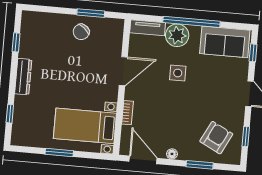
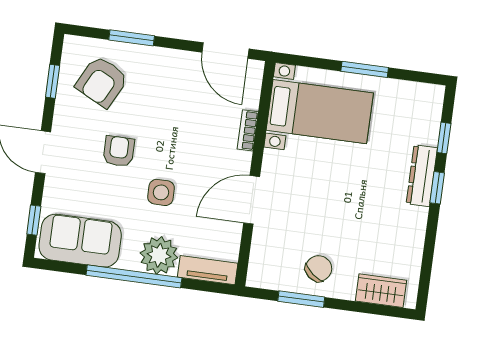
wardrobe: (43, 20) -> (381, 291), added
window: (16, 42) -> (437, 188), moved
dresser: (23, 77) -> (422, 176), moved
armchair: (204, 96) -> (119, 151), added
floor lamp: (172, 154) -> (177, 58), removed

